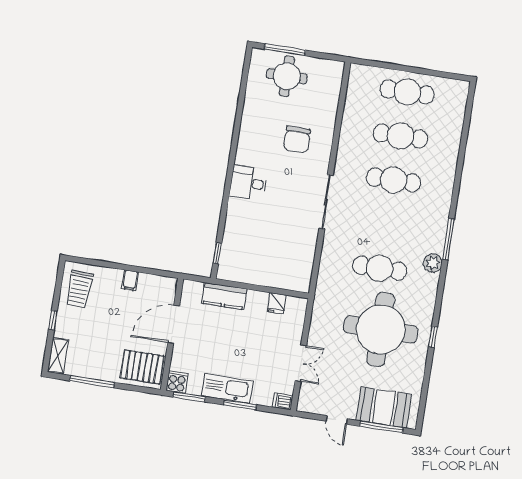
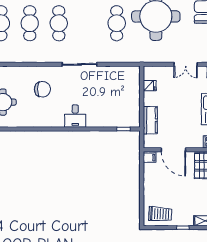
filing cabinet: (130, 280) -> (150, 158), moved
double door: (301, 363) -> (186, 64), swing flipped

